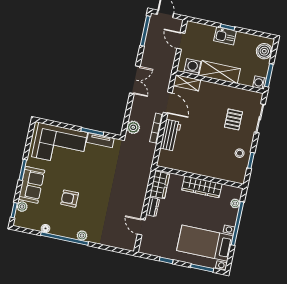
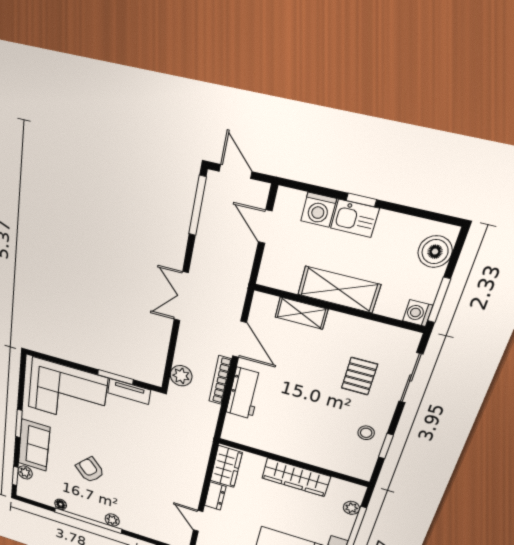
washing machine: (192, 67) -> (319, 210), moved, turned 180
double door: (135, 80) -> (181, 296), swing flipped
shelving: (187, 83) -> (301, 313), moved
armchair: (70, 199) -> (90, 470), turned 45

